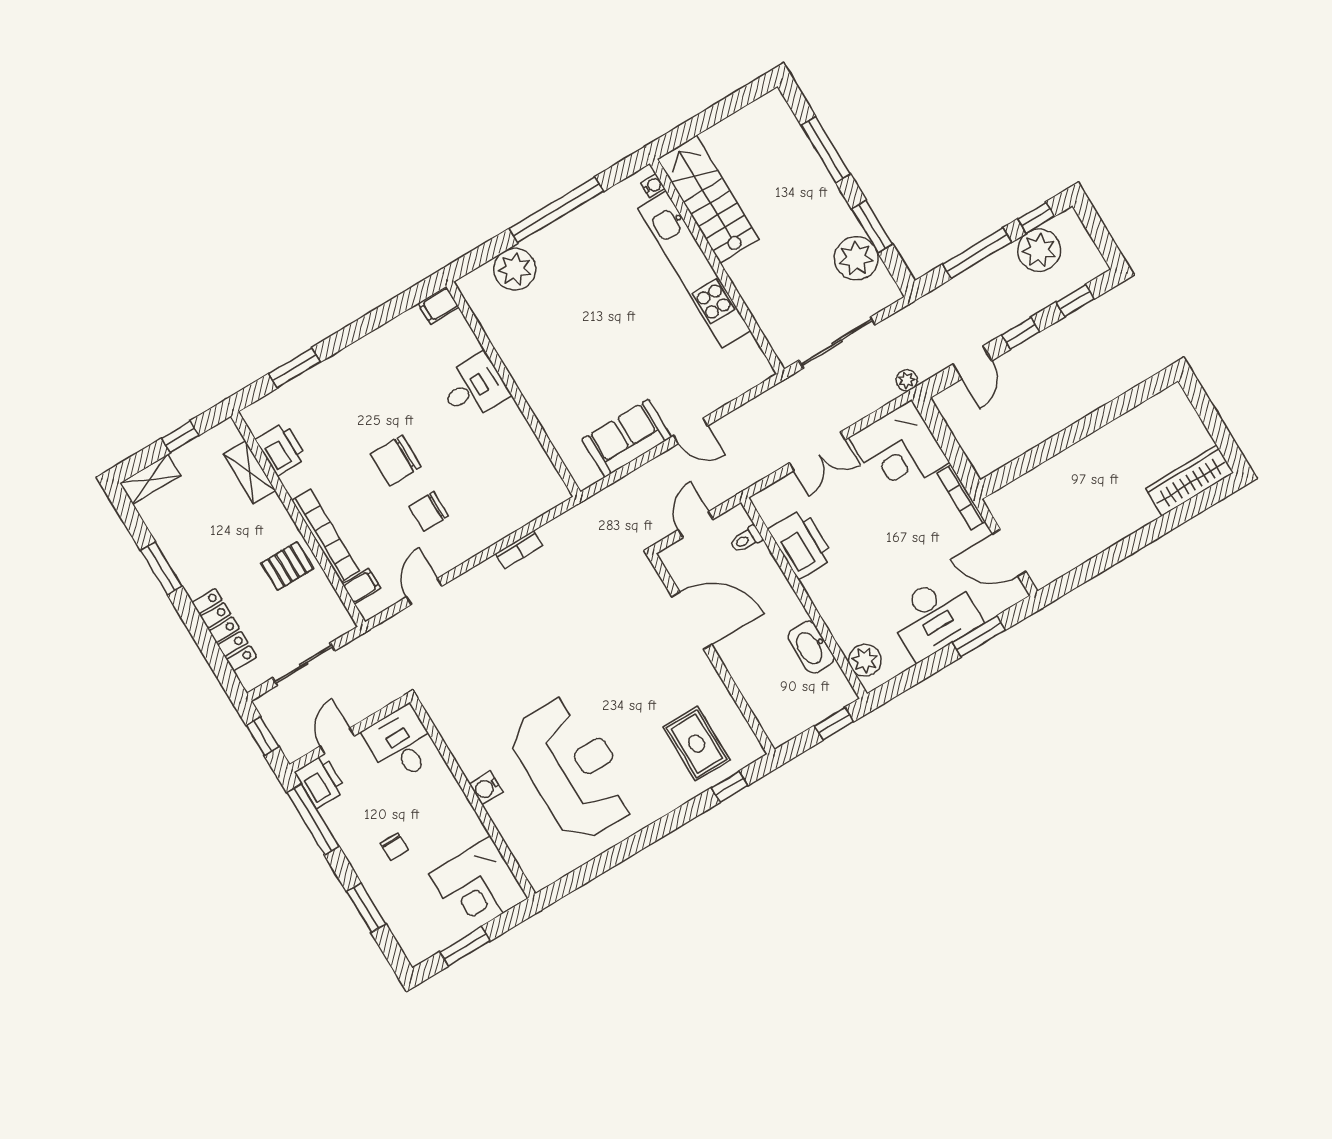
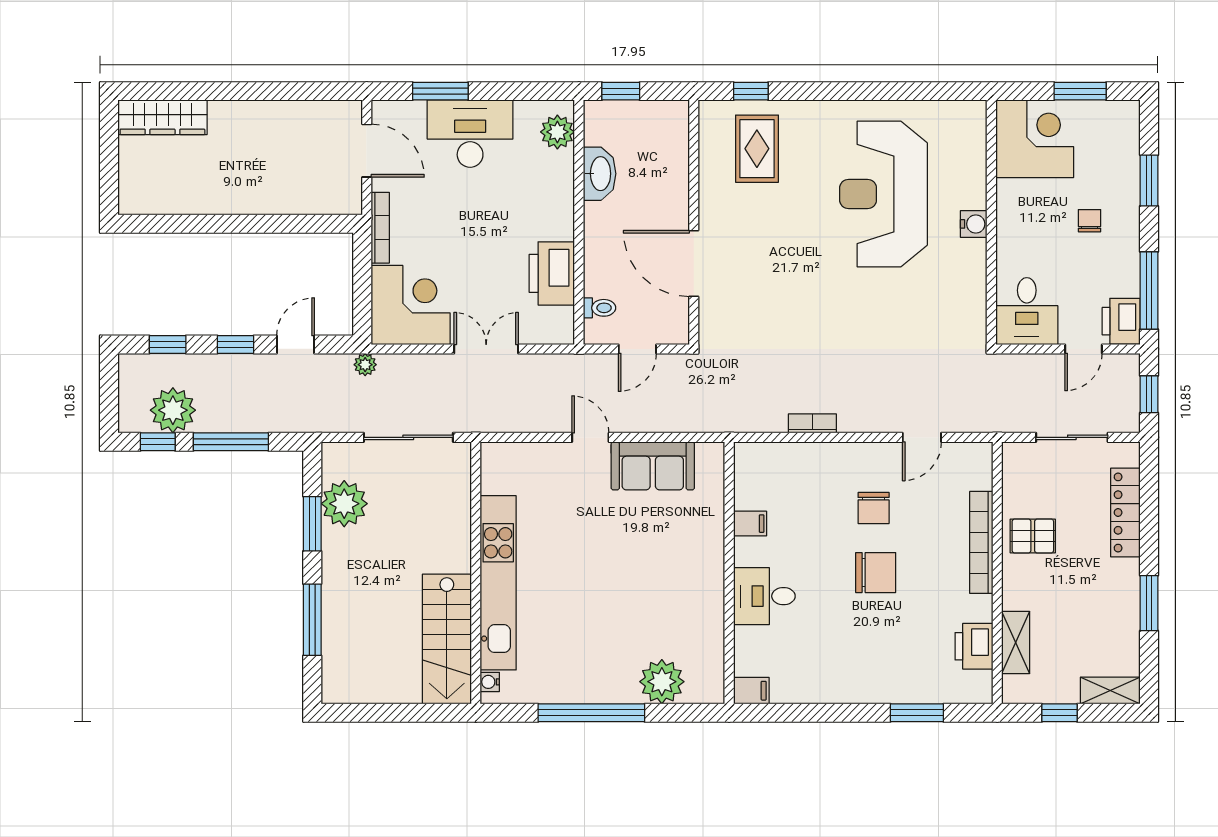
chair: (429, 511) -> (874, 508), turned 90
filing cabinet: (361, 586) -> (750, 524), moved, turned 180

